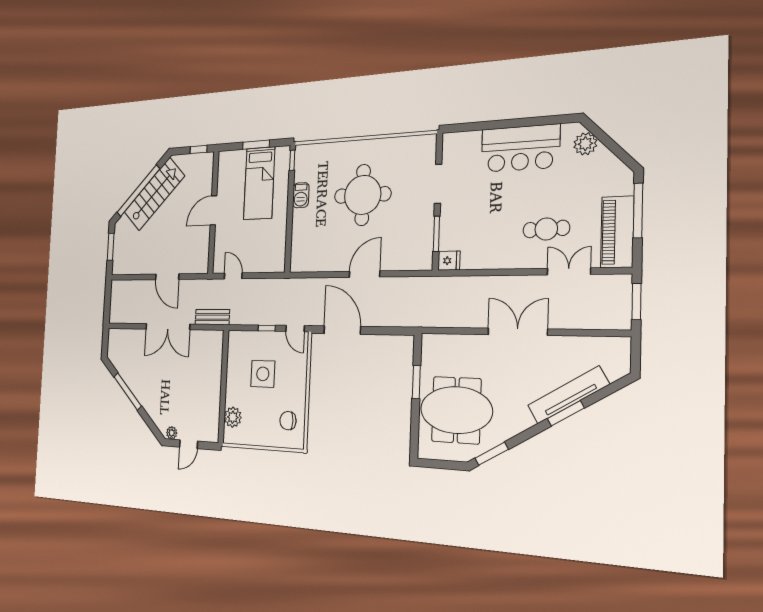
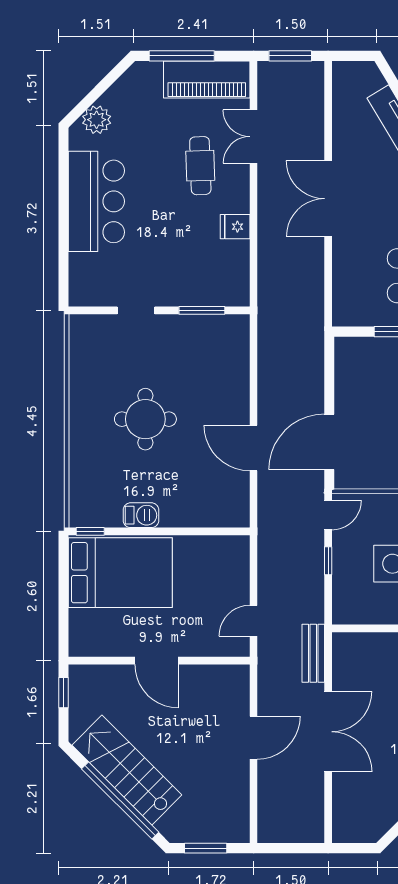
window: (256, 145) -> (64, 593), removed
bed: (259, 183) -> (120, 573), width x1.50
doorway: (438, 184) -> (136, 310), width x0.73
round table: (363, 195) -> (145, 419), width x0.73, depth x0.73
fridge: (449, 261) -> (235, 227), moved, turned -90
door: (364, 274) -> (254, 448), moved

